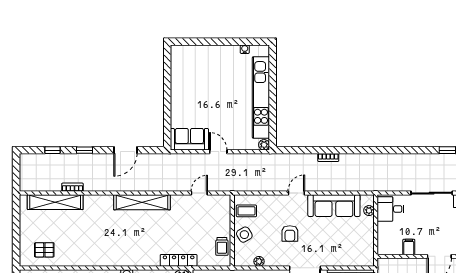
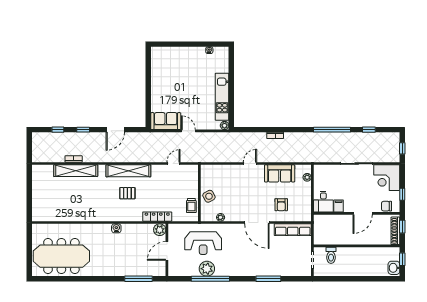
kitchen unit: (261, 97) -> (222, 97), width x0.73
window: (401, 150) -> (332, 130), added
shelving: (55, 202) -> (76, 171), moved
sofa: (334, 206) -> (280, 173), width x0.73
desk: (390, 209) -> (323, 202), moved, turned -90
coffee table: (246, 211) -> (211, 178), removed
armchair: (290, 234) -> (281, 205), moved
pallet: (44, 250) -> (127, 193), moved

